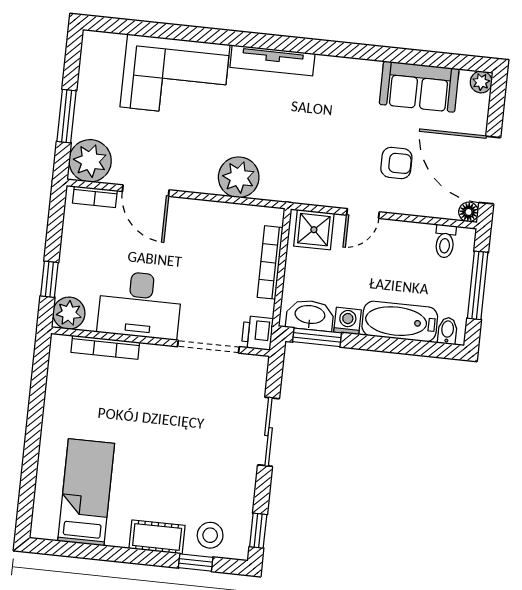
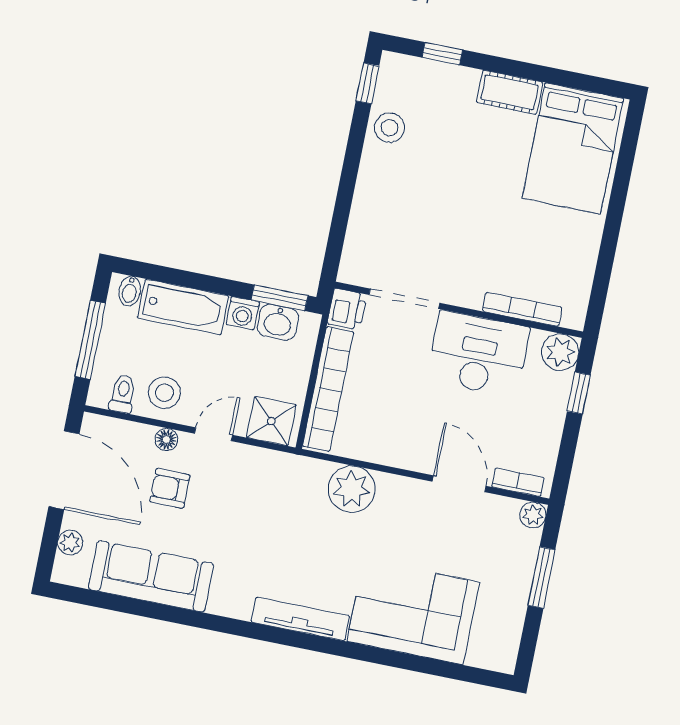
plant: (481, 82) -> (70, 543), moved
sofa: (419, 87) -> (151, 576), width x1.36
plant: (90, 161) -> (533, 515), width x0.53, depth x0.53
floor lamp: (469, 212) -> (166, 439), moved
stool: (409, 245) -> (164, 393), added
bookcase: (270, 262) -> (328, 389), width x1.48, depth x1.31
washbasin: (310, 315) -> (278, 322), width x0.72
sliding door: (269, 432) -> (345, 195), removed
bed: (86, 492) -> (573, 148), width x1.50
stool: (210, 535) -> (389, 128), moved
cot: (157, 537) -> (510, 92), moved

